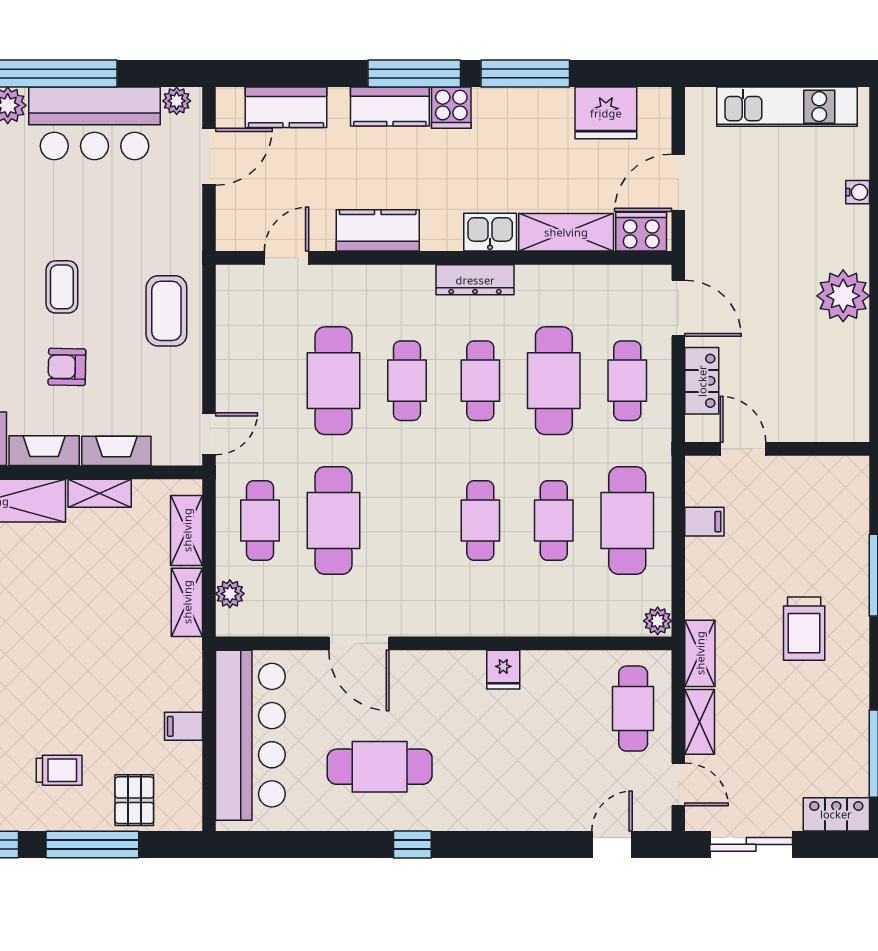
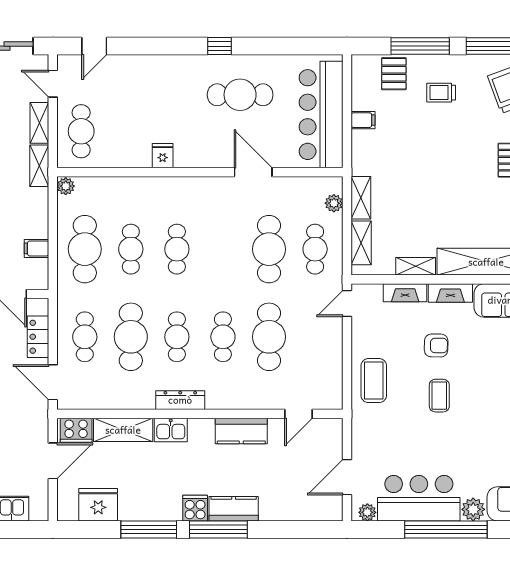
kitchen counter: (286, 107) -> (299, 508), removed

